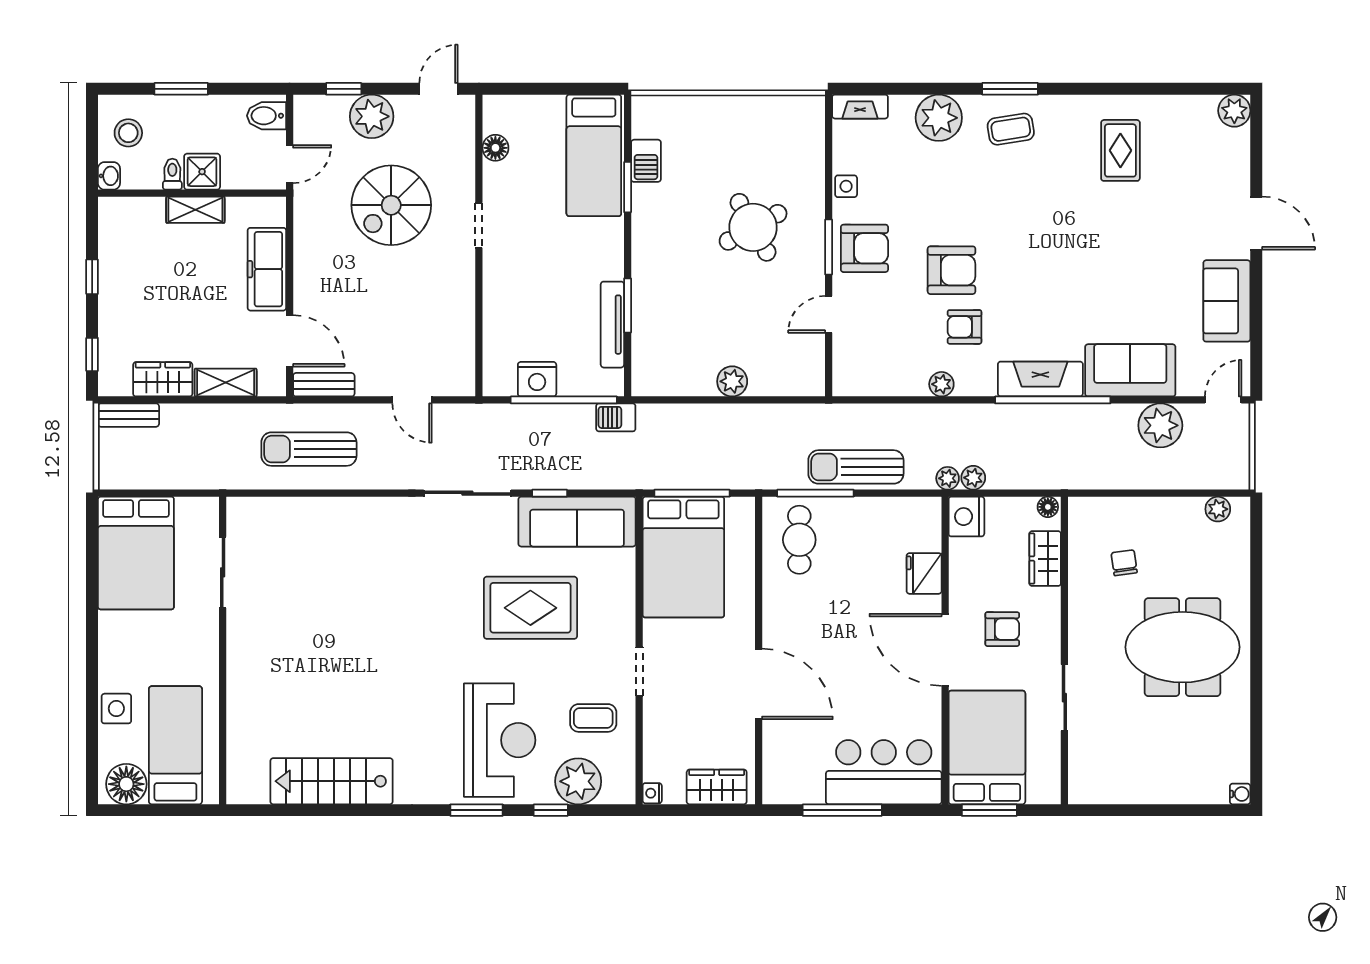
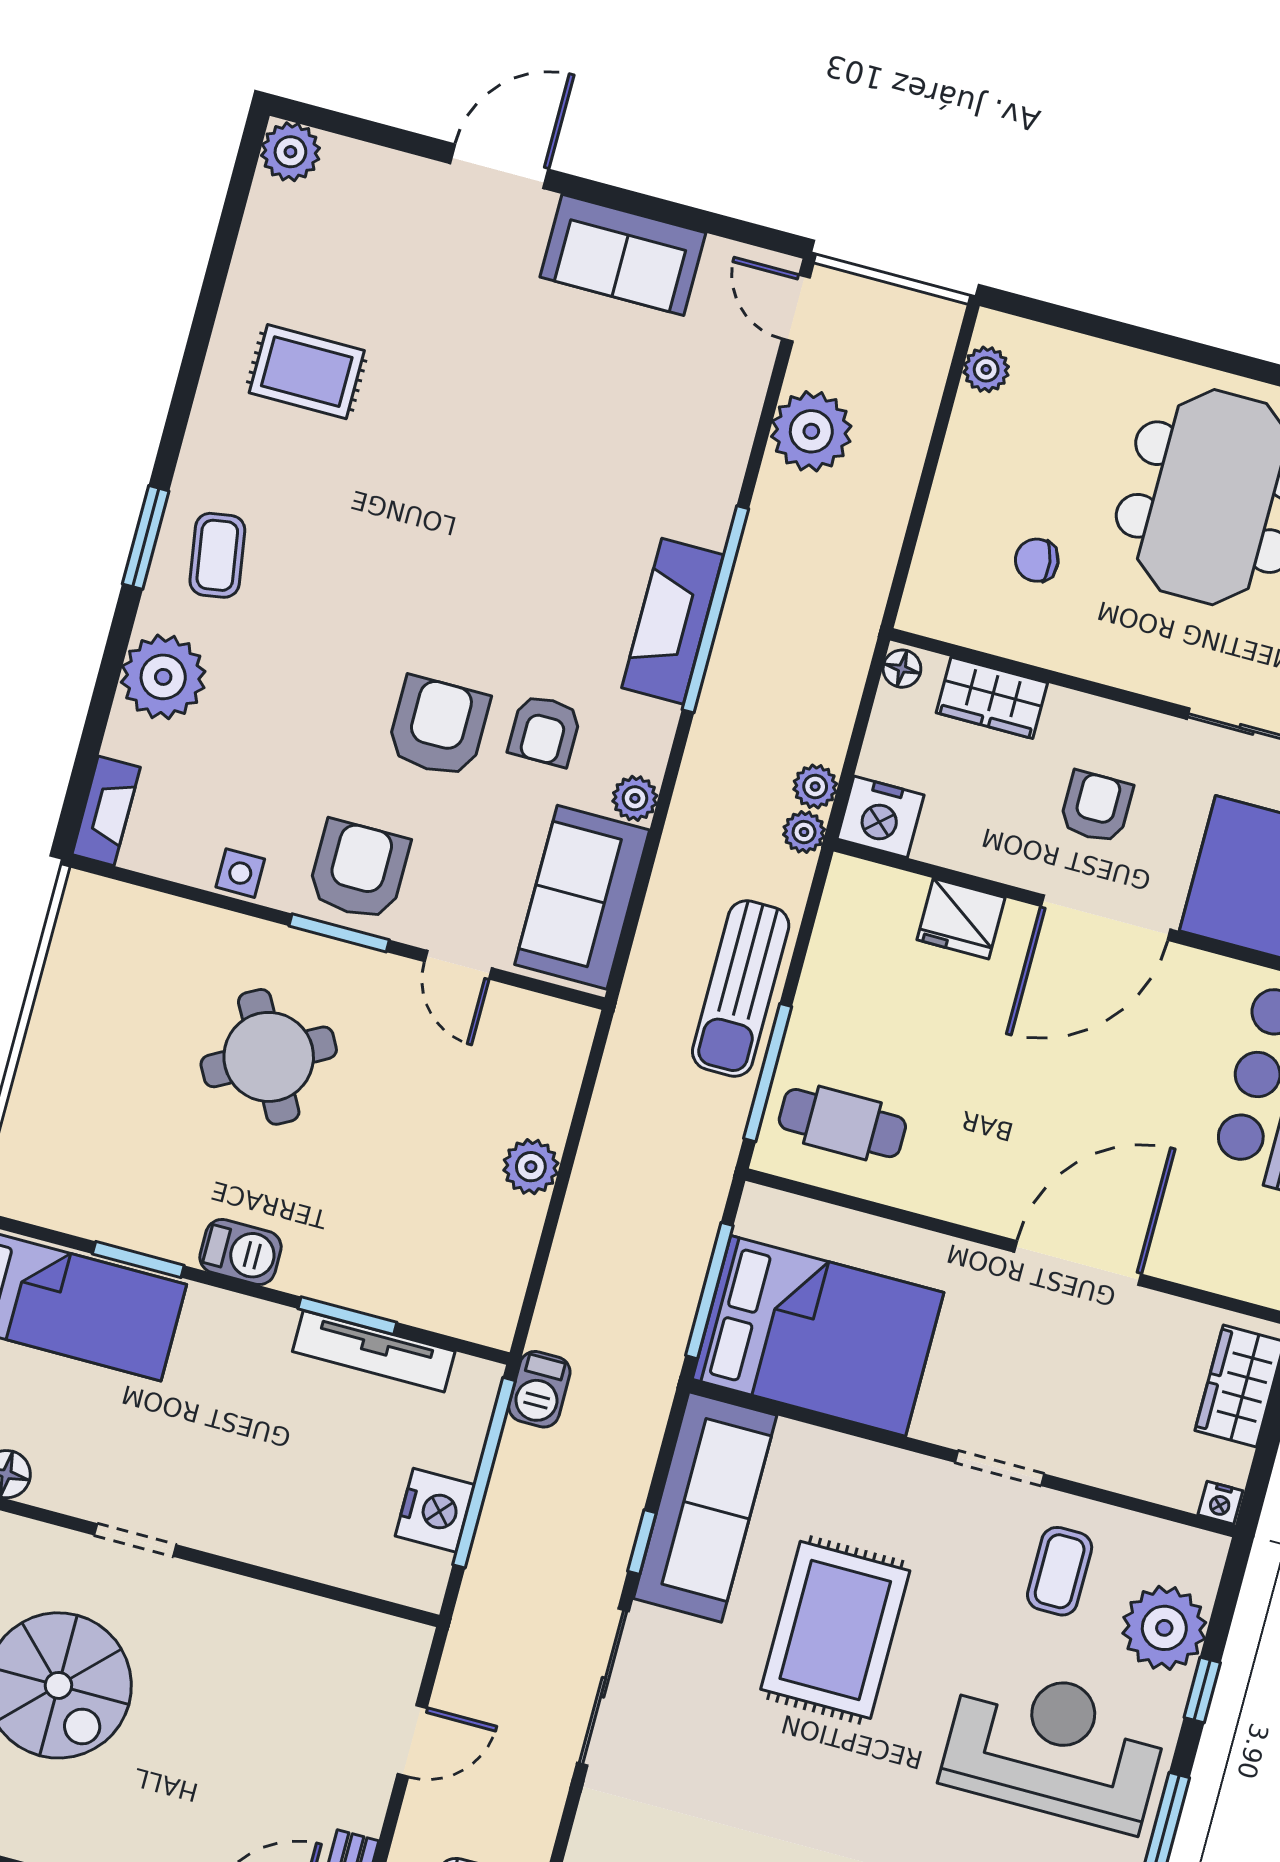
barbecue: (646, 161) -> (241, 1252), moved
sofa: (1130, 370) -> (582, 897), moved

